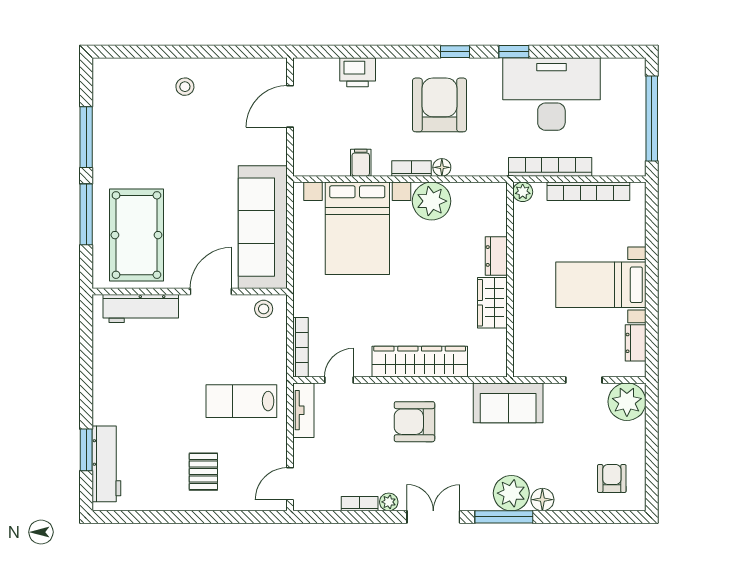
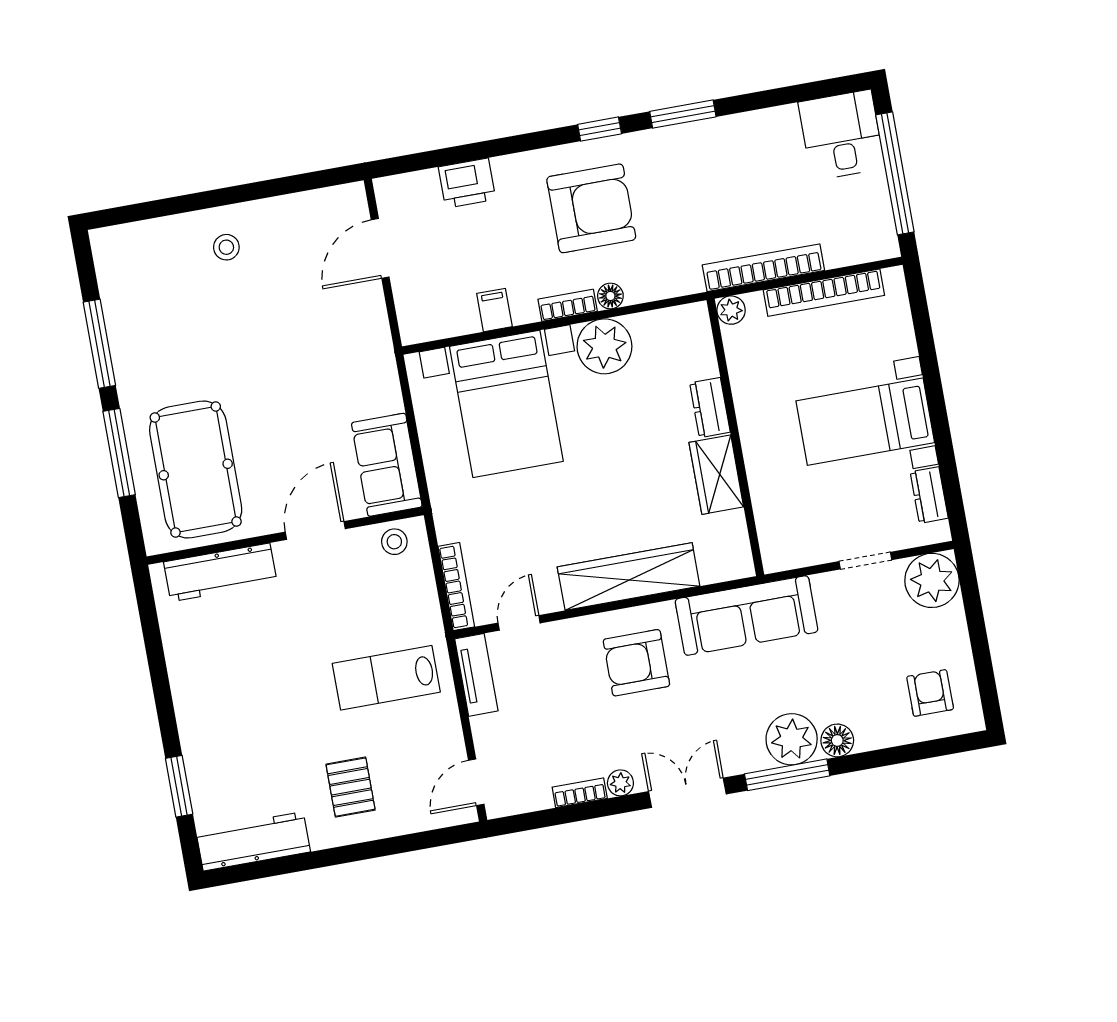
window: (514, 52) -> (683, 114), width x1.50
desk: (551, 94) -> (841, 135), moved, width x0.53, depth x0.77
armchair: (440, 105) -> (591, 208), turned 90
sofa: (263, 227) -> (387, 465), width x0.54, depth x0.79
sofa: (508, 403) -> (747, 616), width x1.36
workbench: (106, 464) -> (253, 841), moved, turned -90

